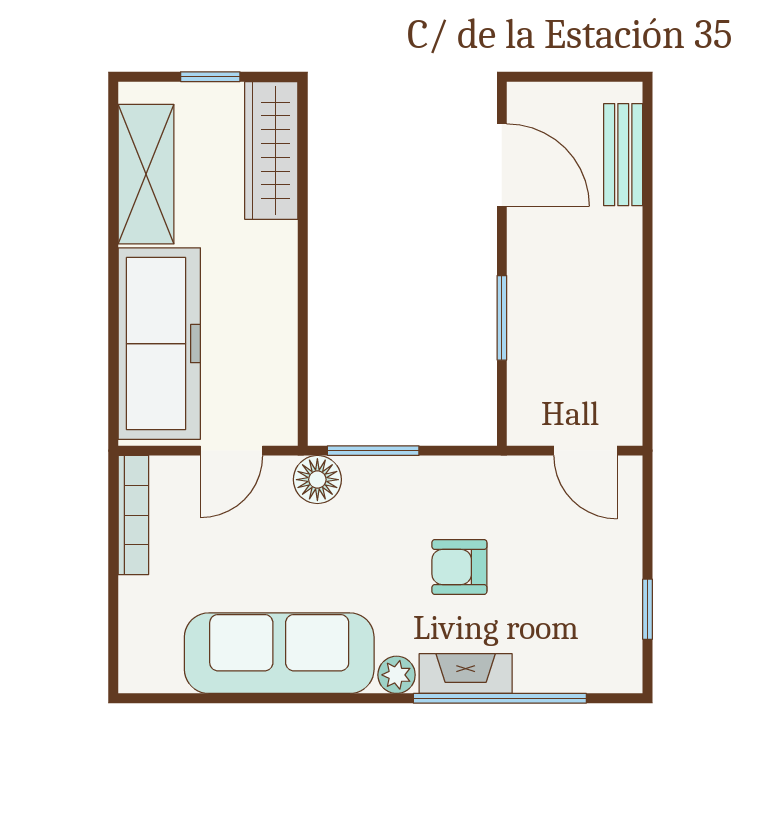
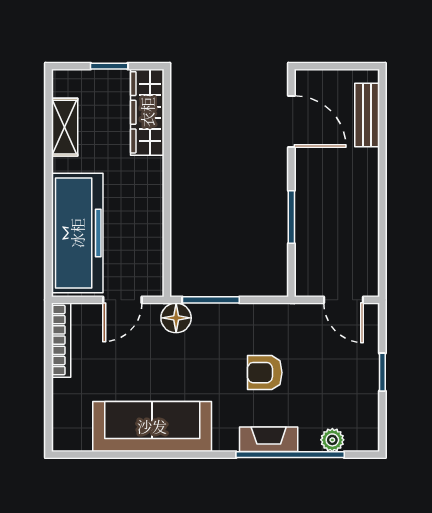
shelving: (146, 174) -> (65, 127), width x0.67, depth x0.75
window: (648, 609) -> (382, 372), moved
plant: (397, 675) -> (332, 440), moved

